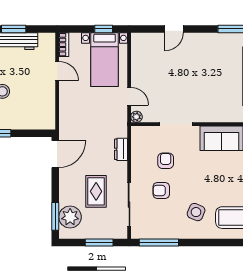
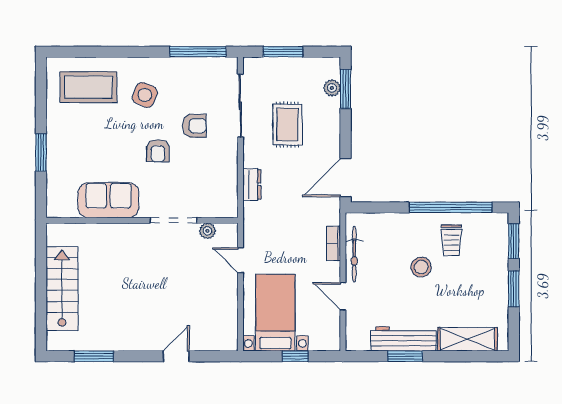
window: (104, 29) -> (295, 356), moved
bookcase: (64, 45) -> (334, 243), moved
bicycle: (49, 100) -> (354, 254), added
plant: (136, 117) -> (207, 231), moved
armchair: (166, 161) -> (158, 151), moved
plant: (70, 217) -> (332, 88), width x0.53, depth x0.53

